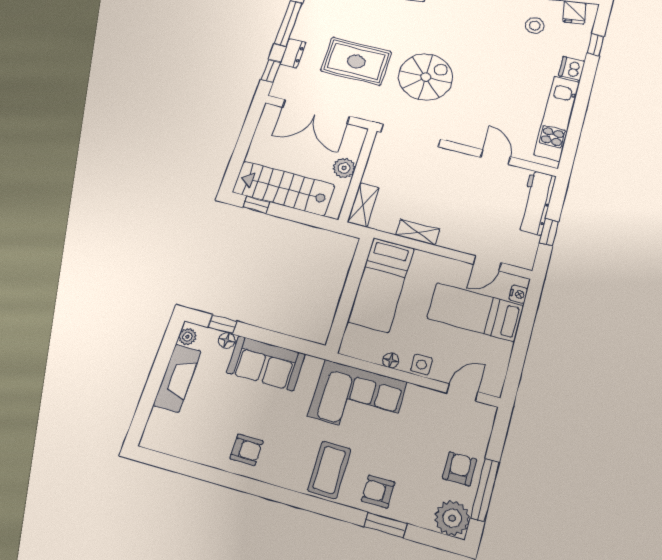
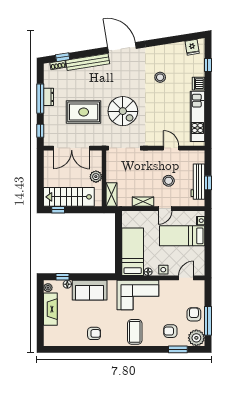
stool: (535, 26) -> (160, 77), moved
dresser: (293, 53) -> (49, 97), moved
spiral stairs: (426, 77) -> (123, 111), turned 90
workbench: (536, 203) -> (198, 182), moved
stool: (476, 209) -> (169, 181), added
door: (487, 263) -> (165, 209), moved
bed: (381, 285) -> (133, 252), moved, turned 180
armchair: (378, 492) -> (170, 331), moved
window: (385, 525) -> (178, 349), moved

